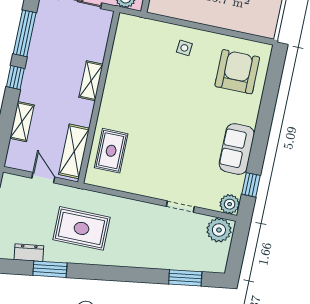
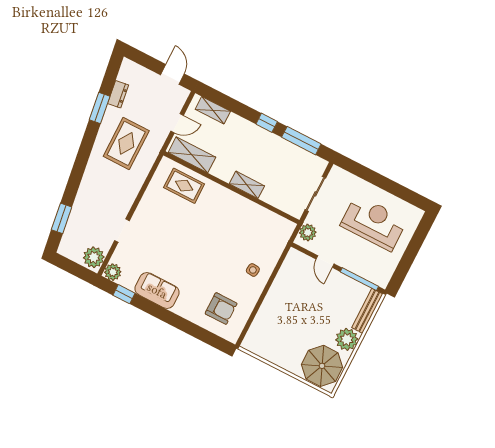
armchair: (237, 72) -> (221, 309), width x0.73, depth x0.73
shelving: (22, 122) -> (213, 110), moved

